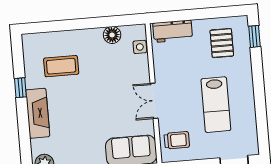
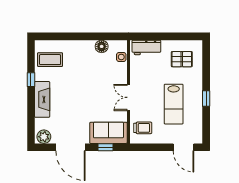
window: (254, 36) -> (206, 99), moved
pallet: (222, 43) -> (182, 59), turned 90
coffee table: (61, 66) -> (50, 60), moved

